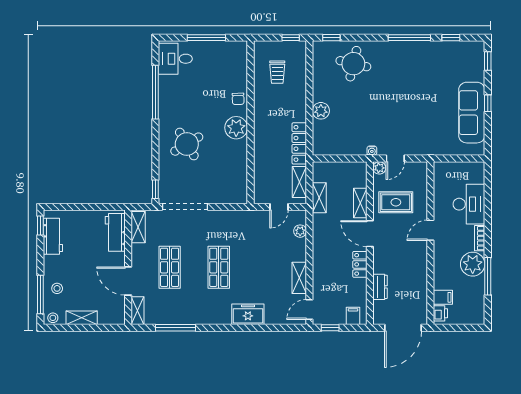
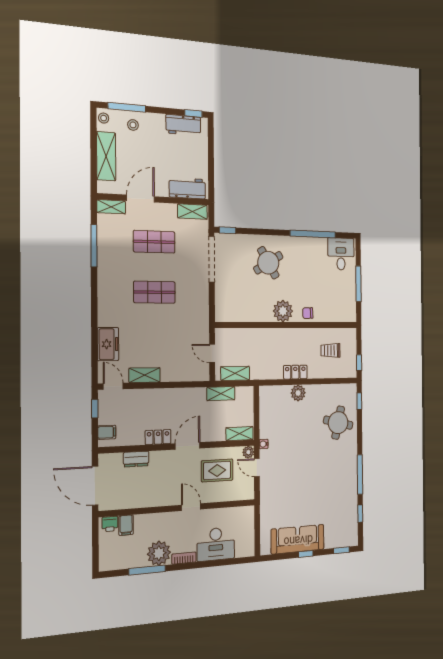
locker: (299, 143) -> (295, 372), moved, width x0.66
rug: (396, 202) -> (217, 470), turned 90
shelving: (360, 203) -> (240, 434), moved
plant: (300, 231) -> (190, 375), removed
freezer: (248, 314) -> (108, 344), moved
shelving: (82, 318) -> (106, 156), width x1.50, depth x1.33

